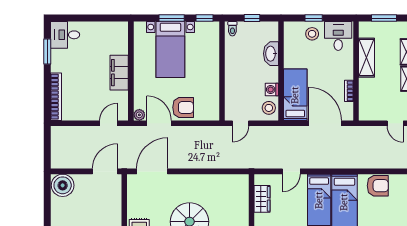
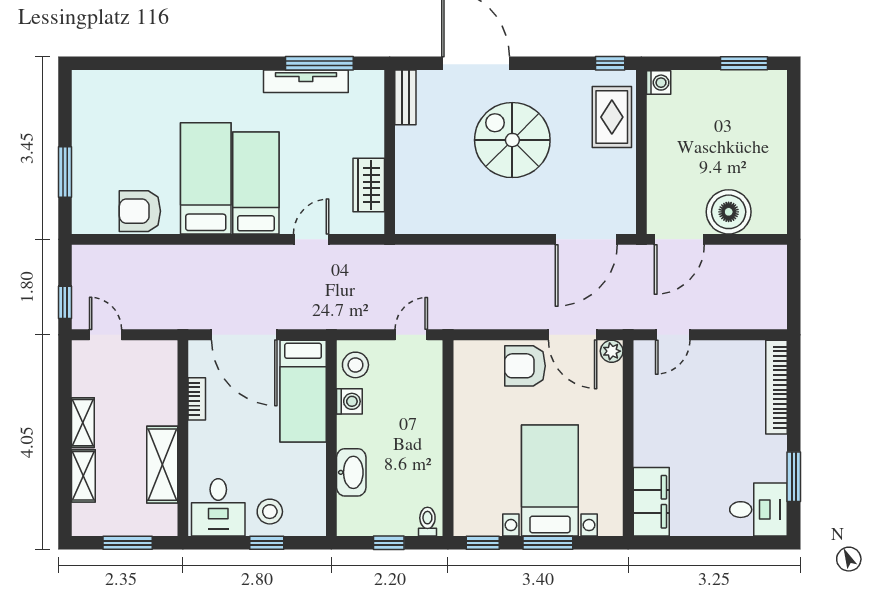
filing cabinet: (119, 73) -> (651, 502), moved
boiler: (63, 185) -> (729, 212), moved

